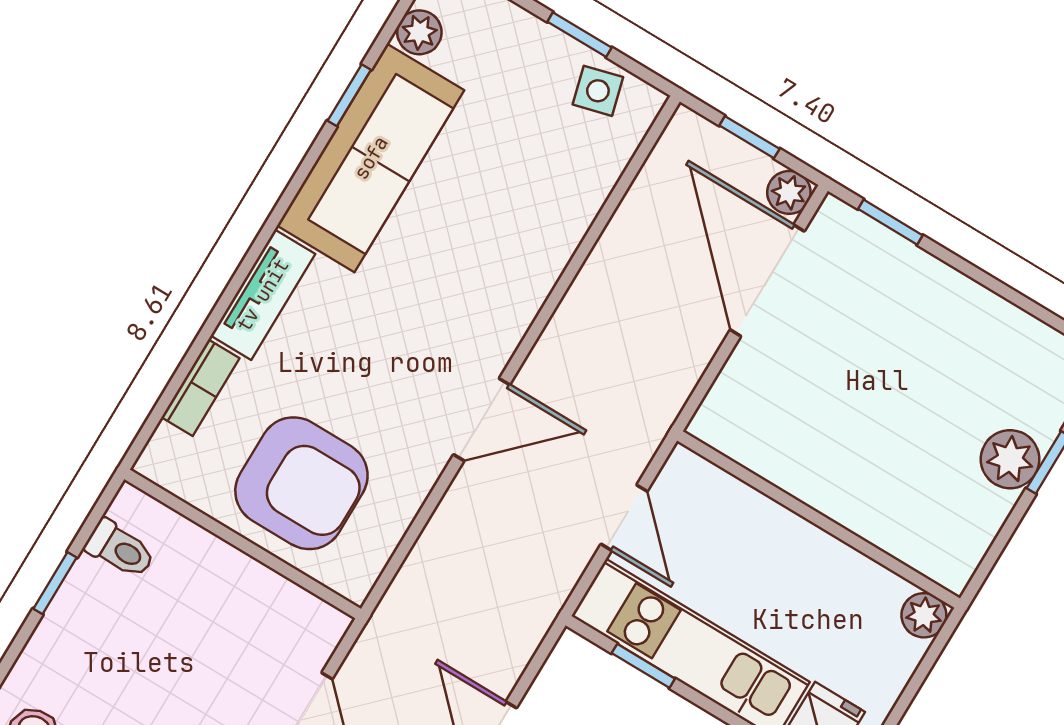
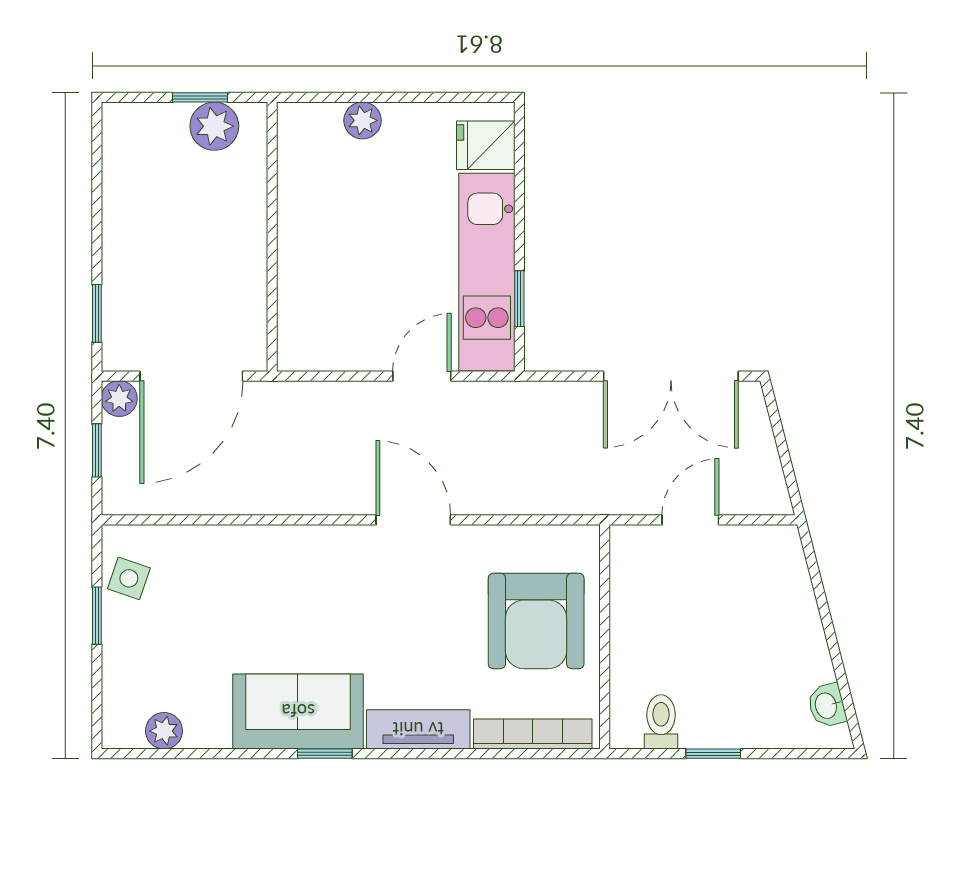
side table: (598, 91) -> (129, 578), turned 34
window: (349, 95) -> (325, 754), moved
sofa: (371, 158) -> (298, 711), width x0.73
bookcase: (201, 388) -> (533, 734), width x1.56
armchair: (301, 483) -> (536, 621), turned 180
wall: (819, 519) -> (272, 237), moved

